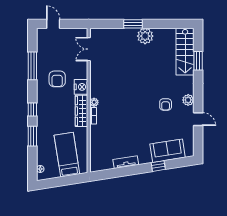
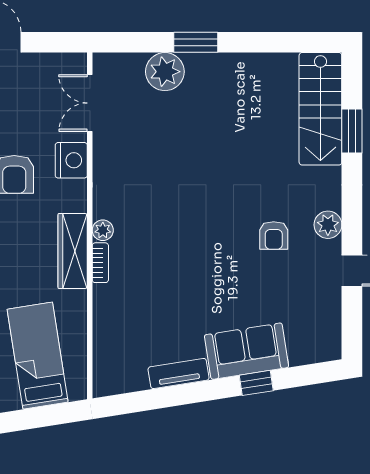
plant: (145, 36) -> (165, 72), moved
nightstand: (81, 87) -> (71, 160), moved
sofa: (168, 151) -> (247, 351), moved

